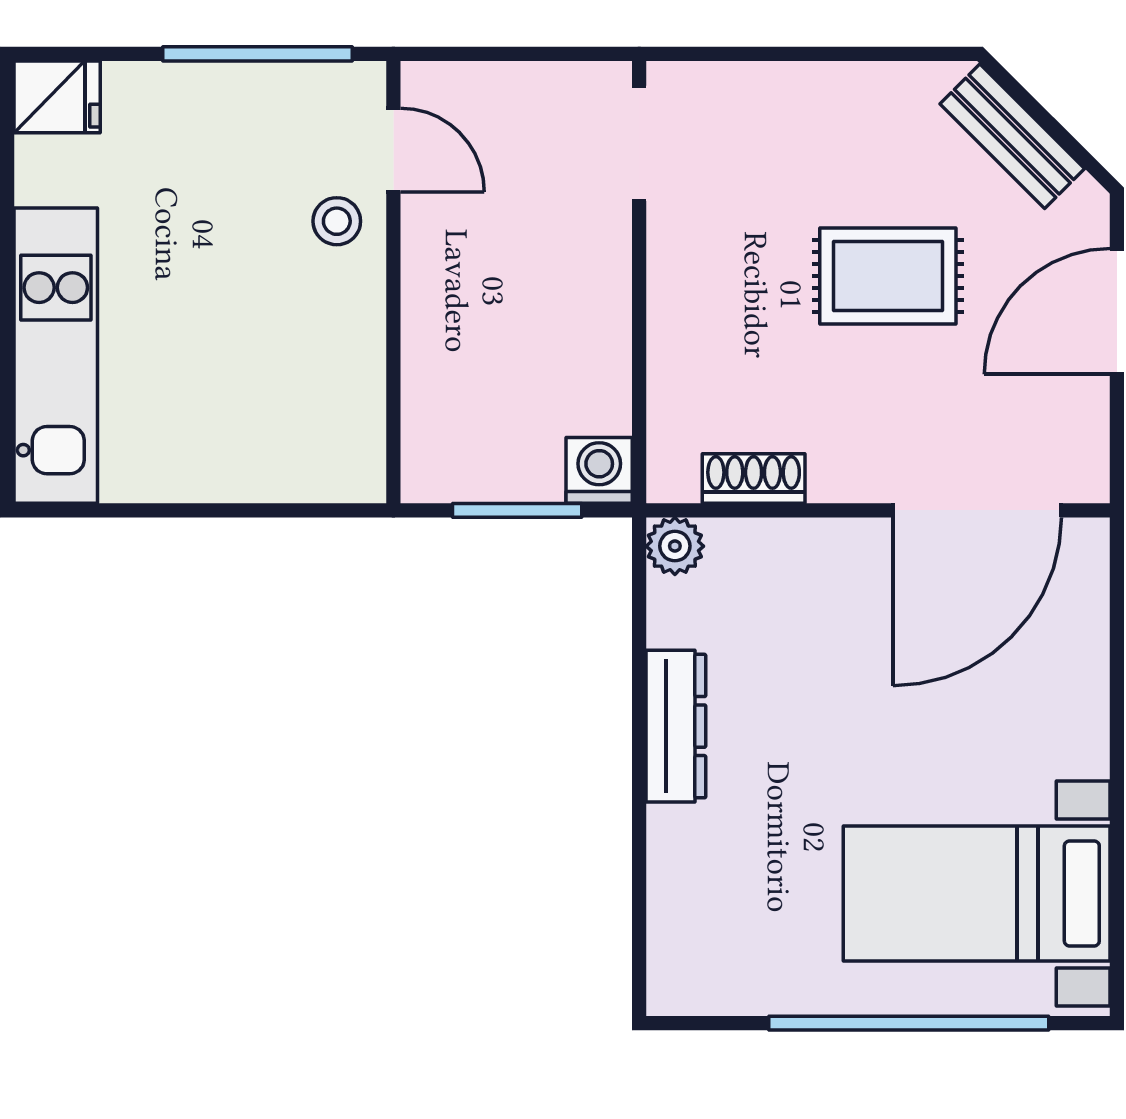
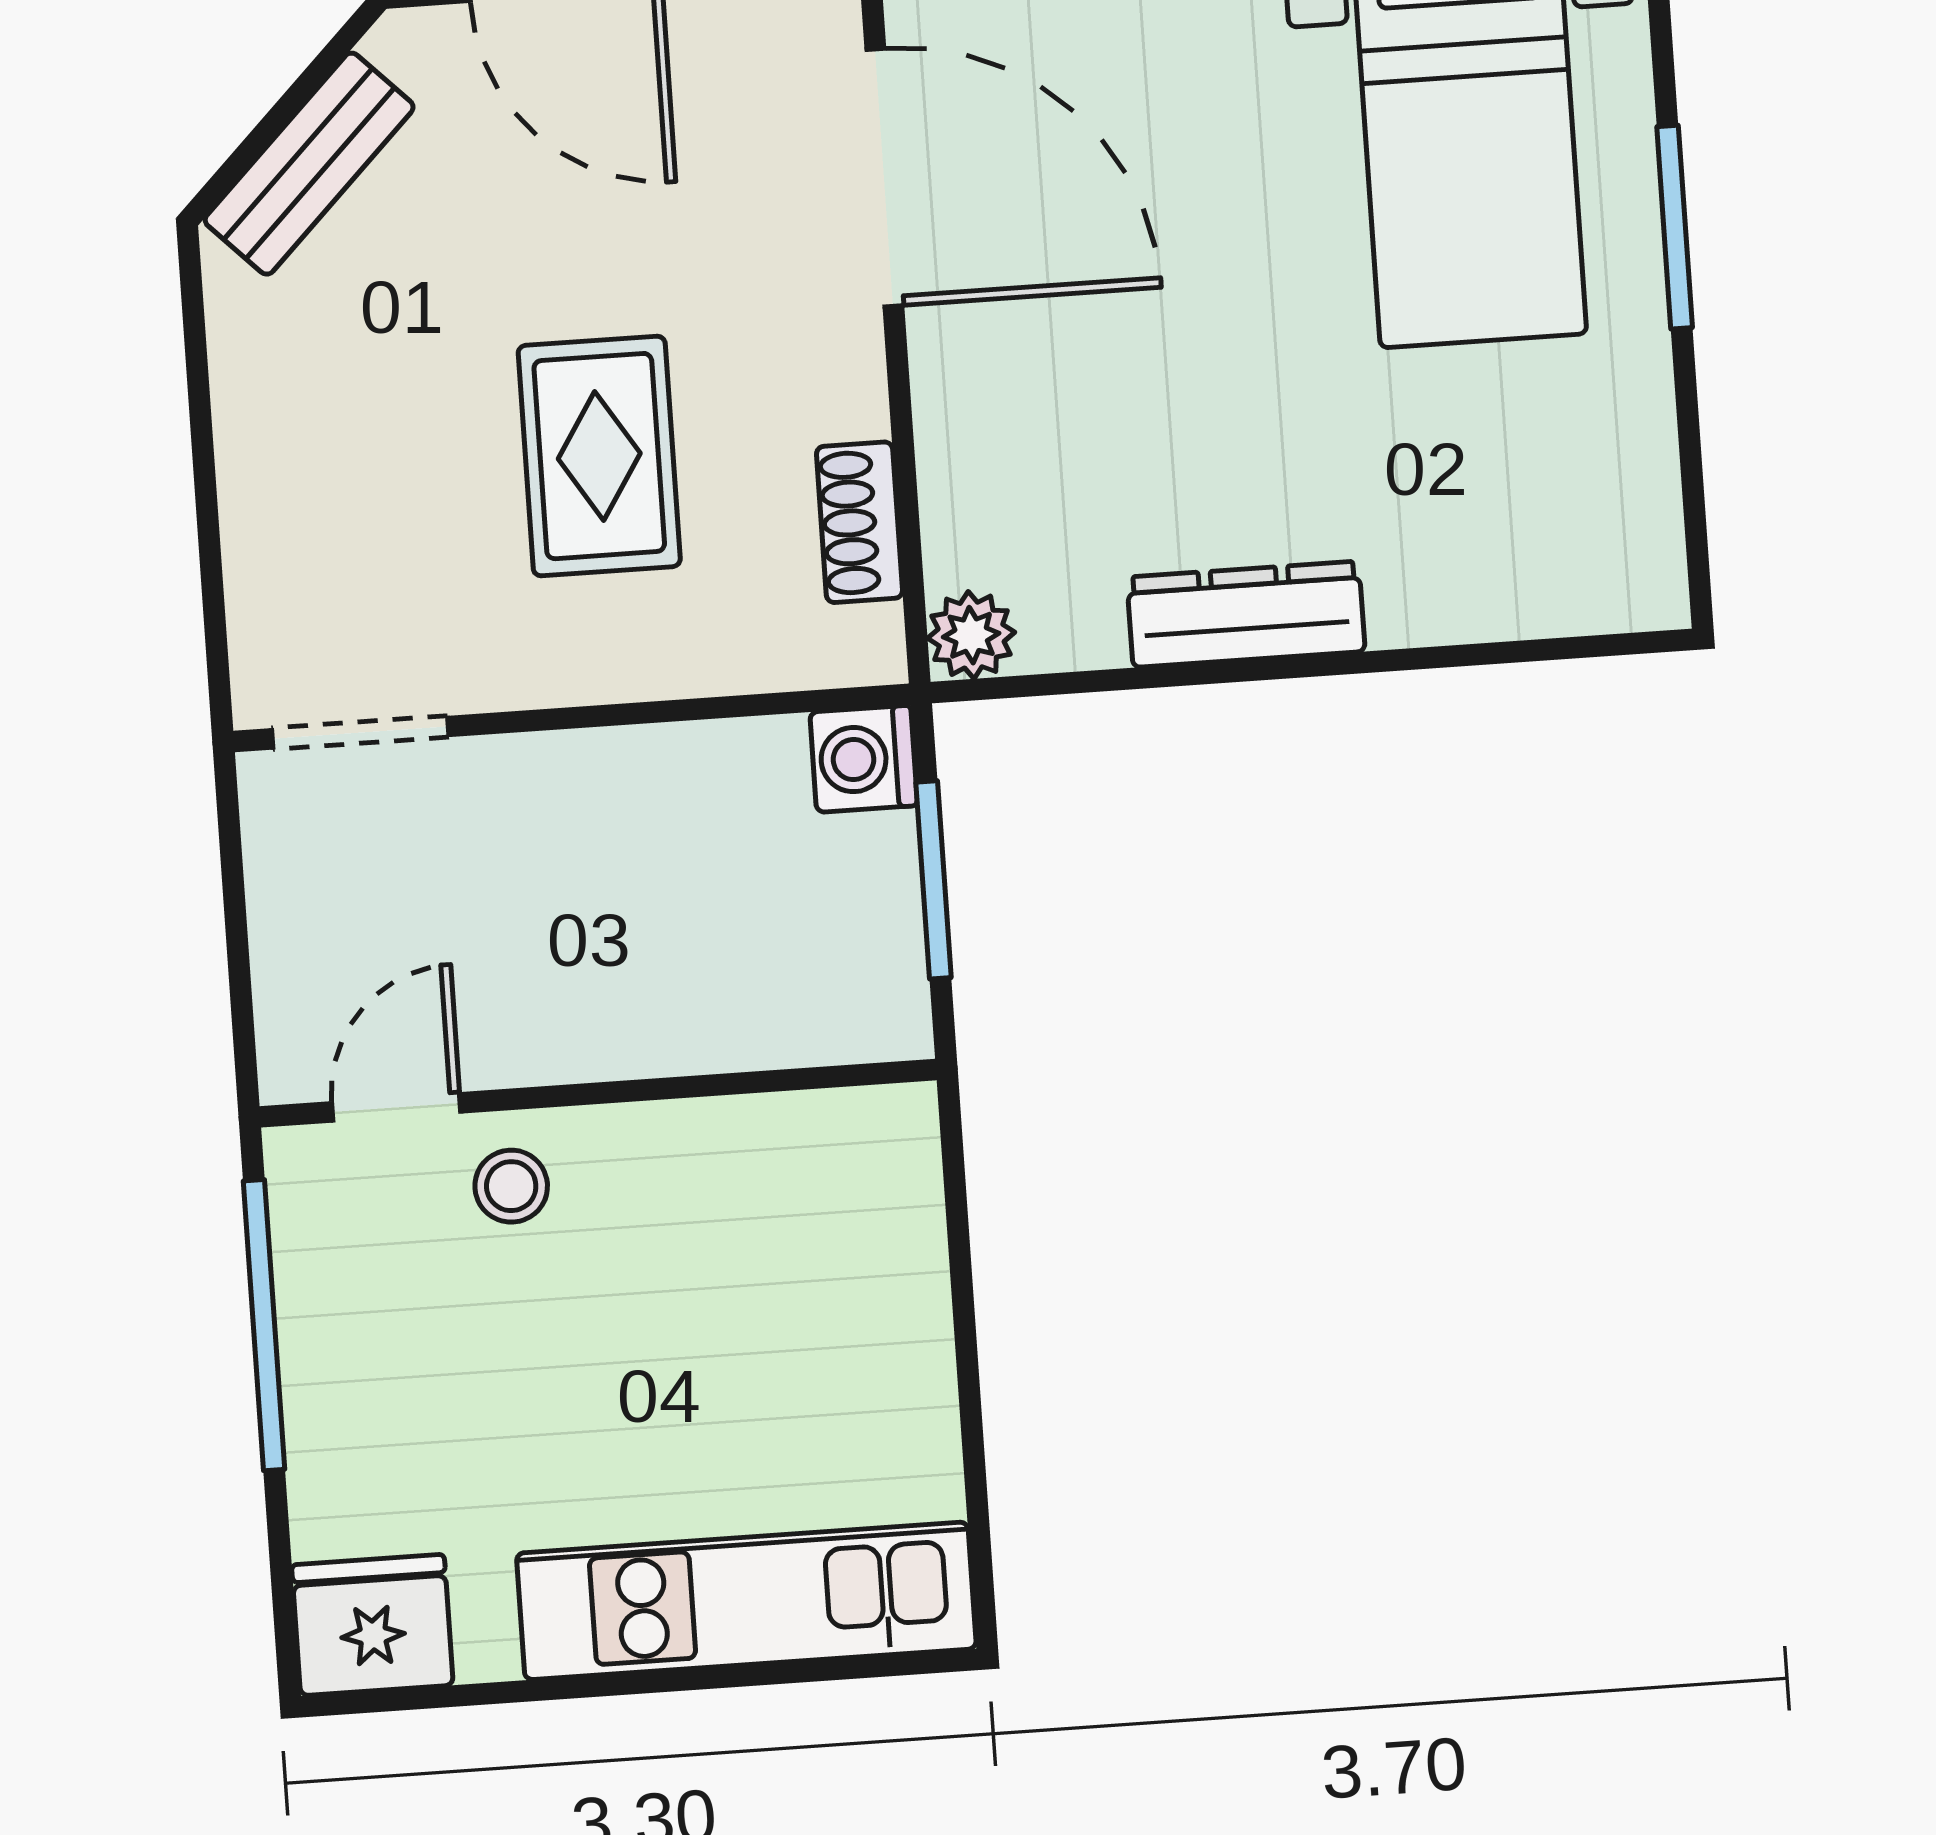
fridge: (57, 97) -> (372, 1625), width x1.38
rug: (888, 276) -> (599, 456), moved
window: (909, 1023) -> (1675, 227), width x0.47

